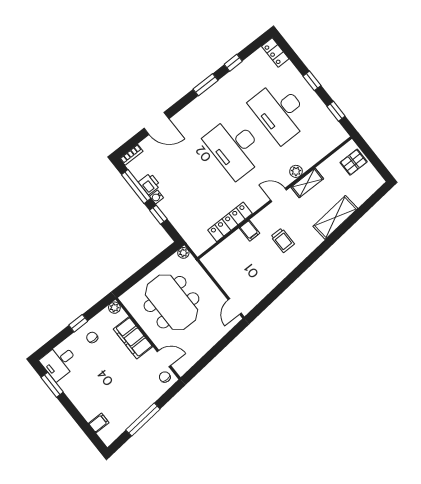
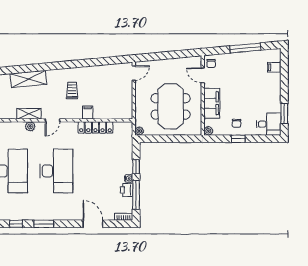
door: (279, 195) -> (52, 120), hinge flipped

